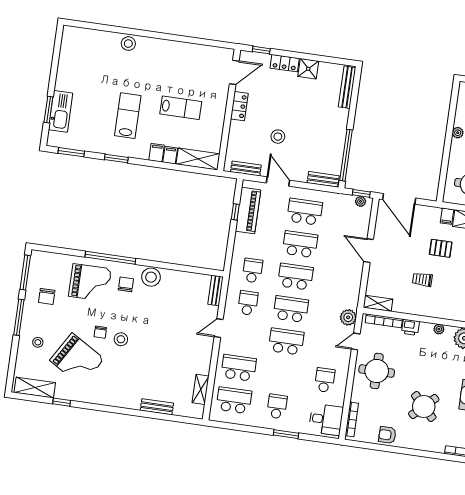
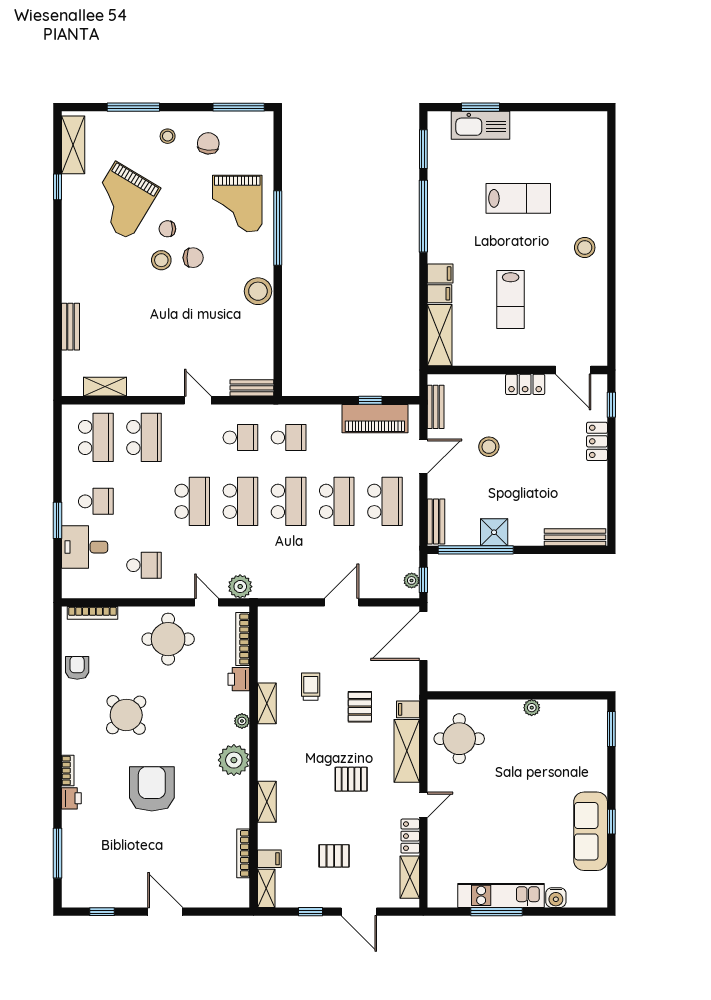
stool: (128, 44) -> (585, 247), moved
shower: (308, 69) -> (494, 532), moved
lab bench: (128, 116) -> (518, 198), moved
window: (116, 159) -> (423, 216), width x2.11
chair: (126, 284) -> (193, 258), moved
chair: (47, 296) -> (208, 143), turned 95
shelving: (378, 303) -> (267, 703), moved
window: (19, 317) -> (133, 107), moved
stool: (38, 342) -> (168, 136), moved
desk: (326, 419) -> (85, 547), moved, turned 90

